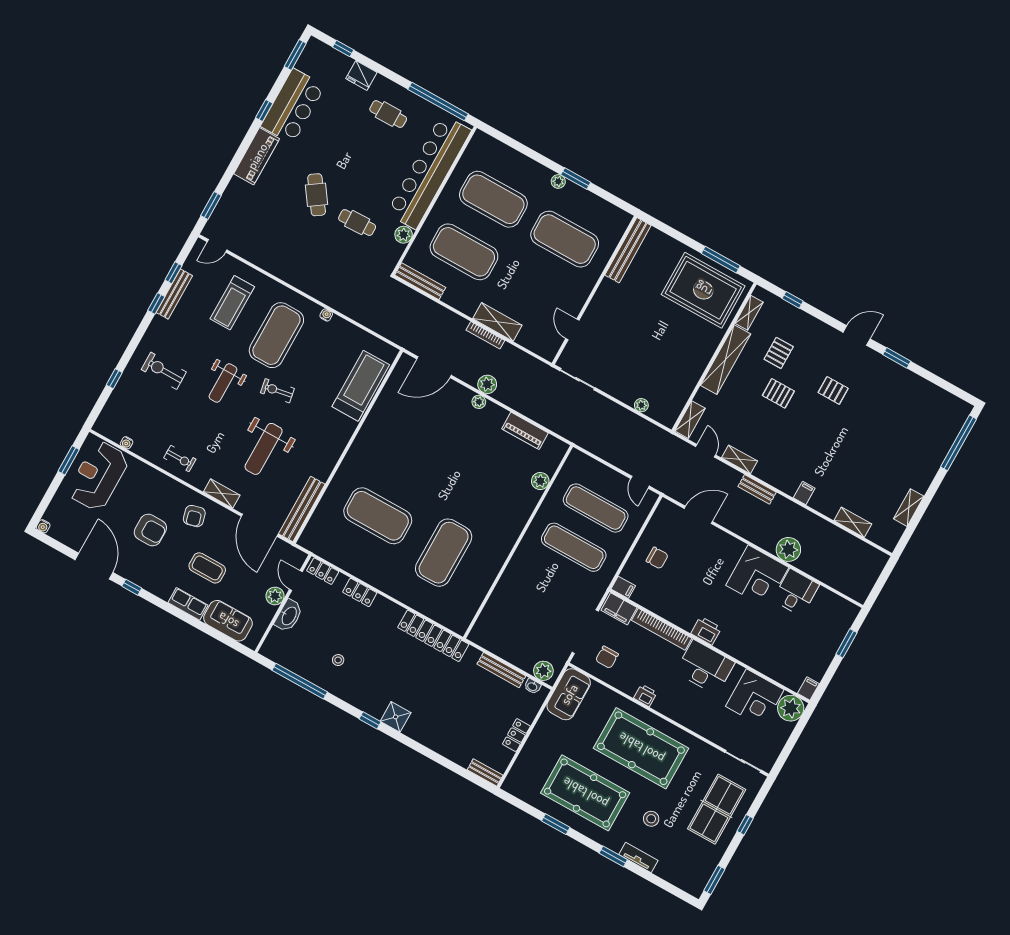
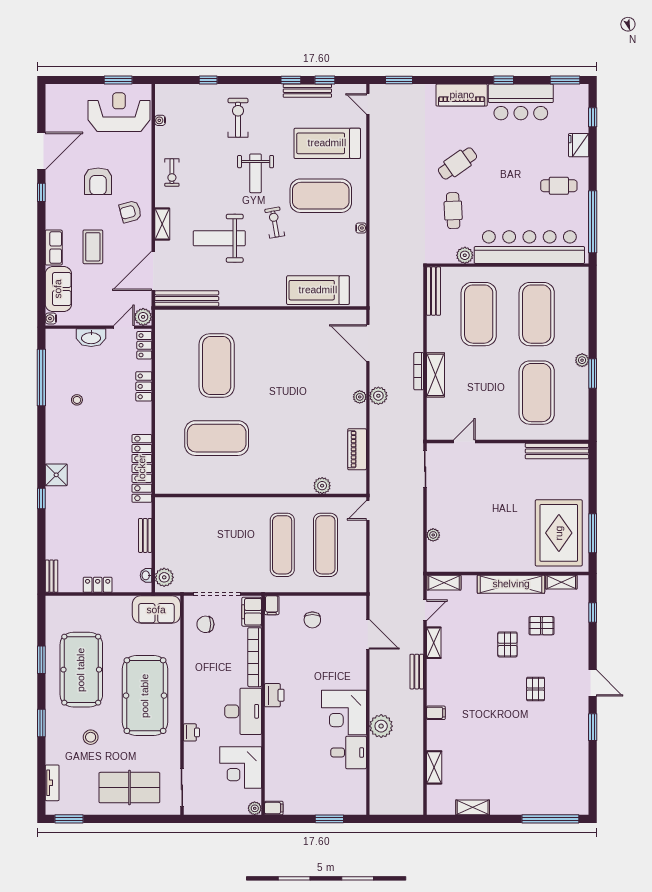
cafe table: (388, 114) -> (559, 186), turned 90
treadmill: (232, 303) -> (327, 143), width x1.37, depth x1.38
weight bench: (223, 383) -> (256, 173), turned -90
treadmill: (361, 386) -> (318, 290), turned 180
door: (640, 482) -> (368, 510), moved
water cooler: (43, 526) -> (51, 318), moved
plant: (275, 596) -> (143, 317), moved
bench: (501, 670) -> (145, 535), width x0.73
printer: (645, 695) -> (191, 732), moved
plant: (791, 708) -> (255, 808), width x0.53, depth x0.53
window: (370, 720) -> (41, 498), moved
window: (745, 825) -> (130, 819), removed
tv unit: (638, 857) -> (52, 783), moved

